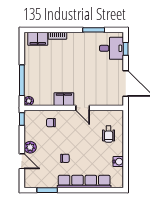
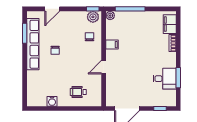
desk: (112, 48) -> (165, 79), moved, turned -90
filing cabinet: (64, 99) -> (112, 45), width x0.50
plant: (30, 147) -> (93, 17), moved
row of seats: (84, 182) -> (33, 44), moved

